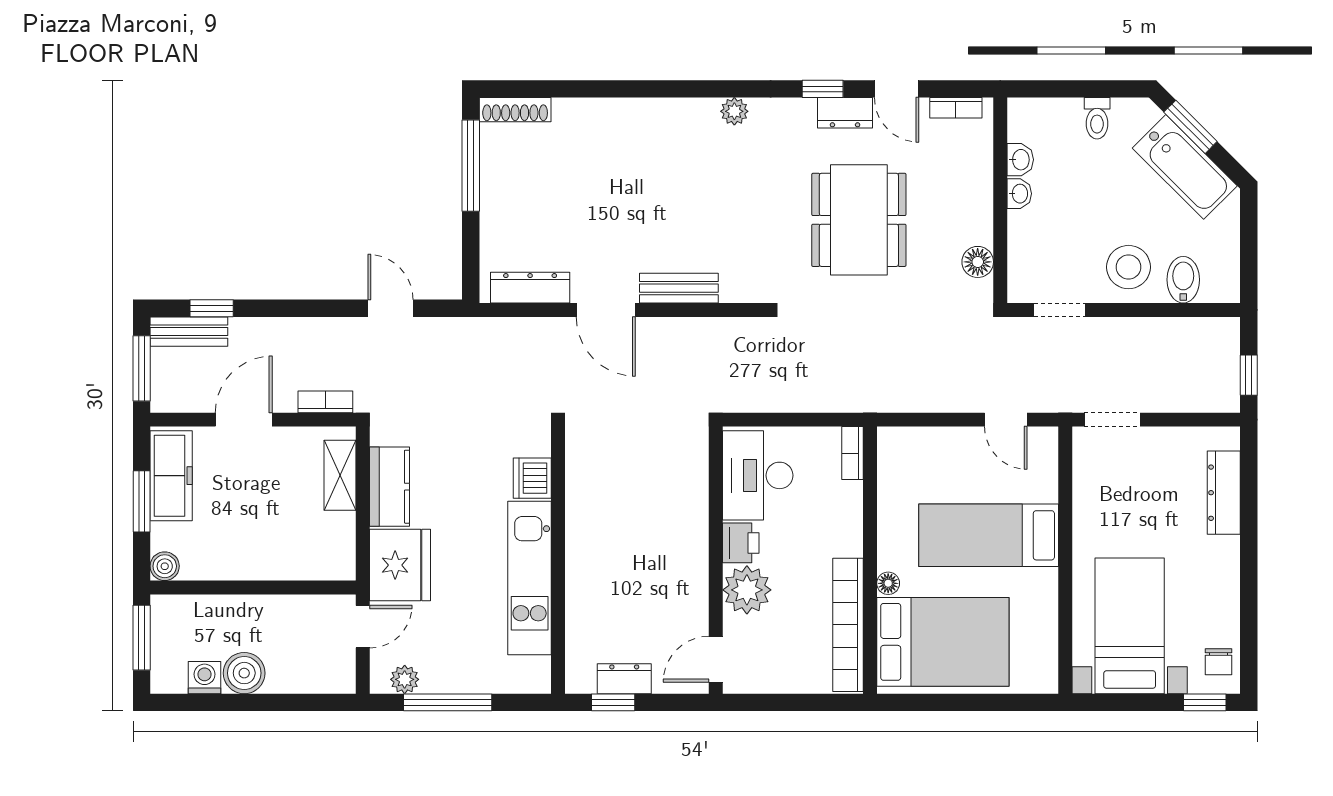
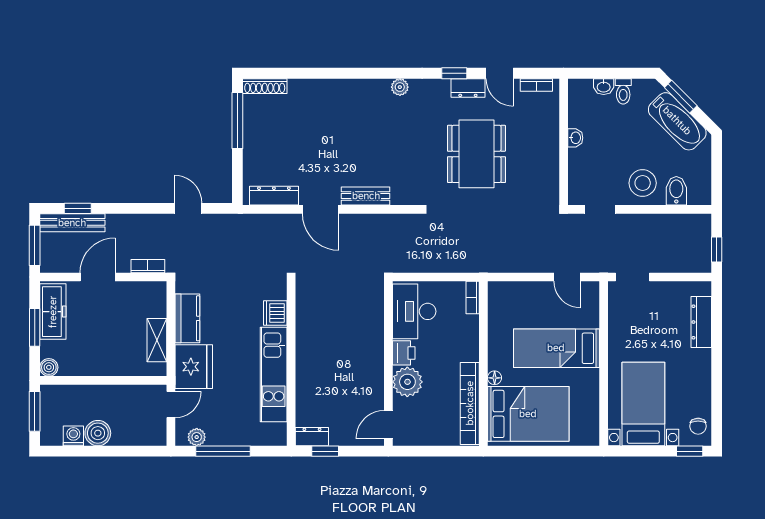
washbasin: (1020, 160) -> (604, 87), moved, turned 90
floor lamp: (978, 262) -> (550, 180), removed
bench: (189, 332) -> (72, 223), width x1.36
shelving: (340, 475) -> (157, 340), moved
dresser: (624, 679) -> (312, 437), moved

